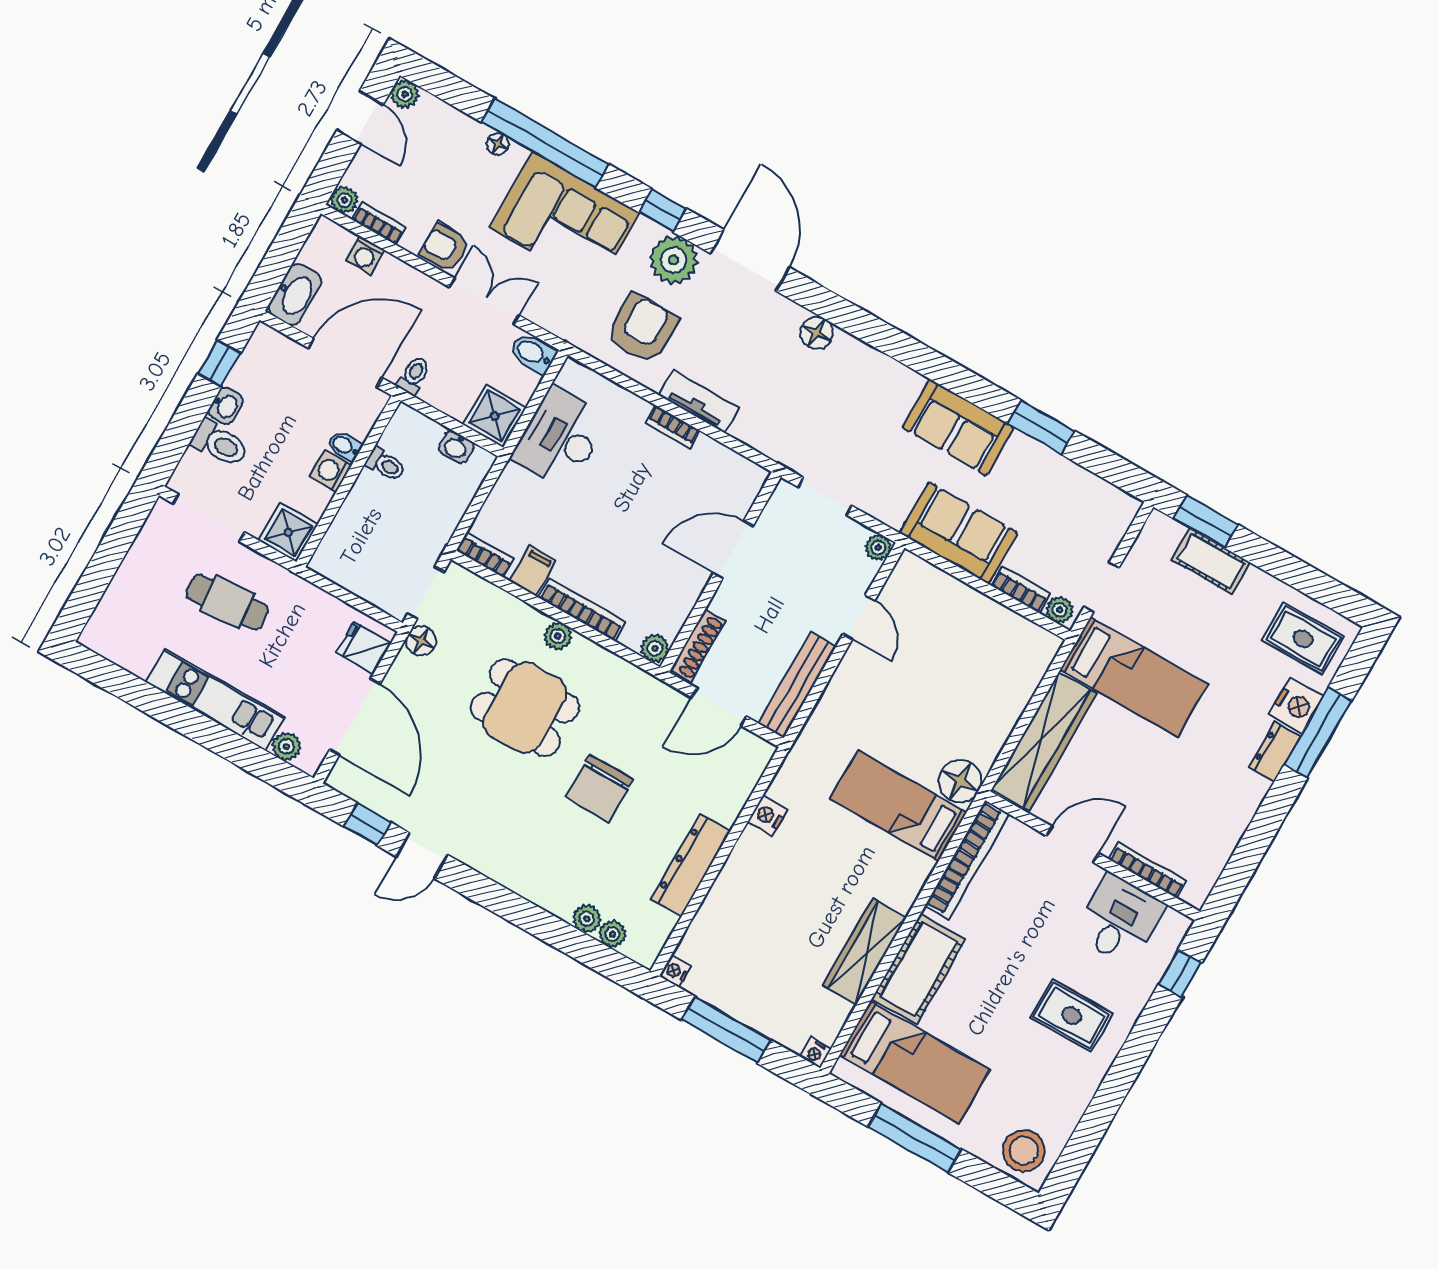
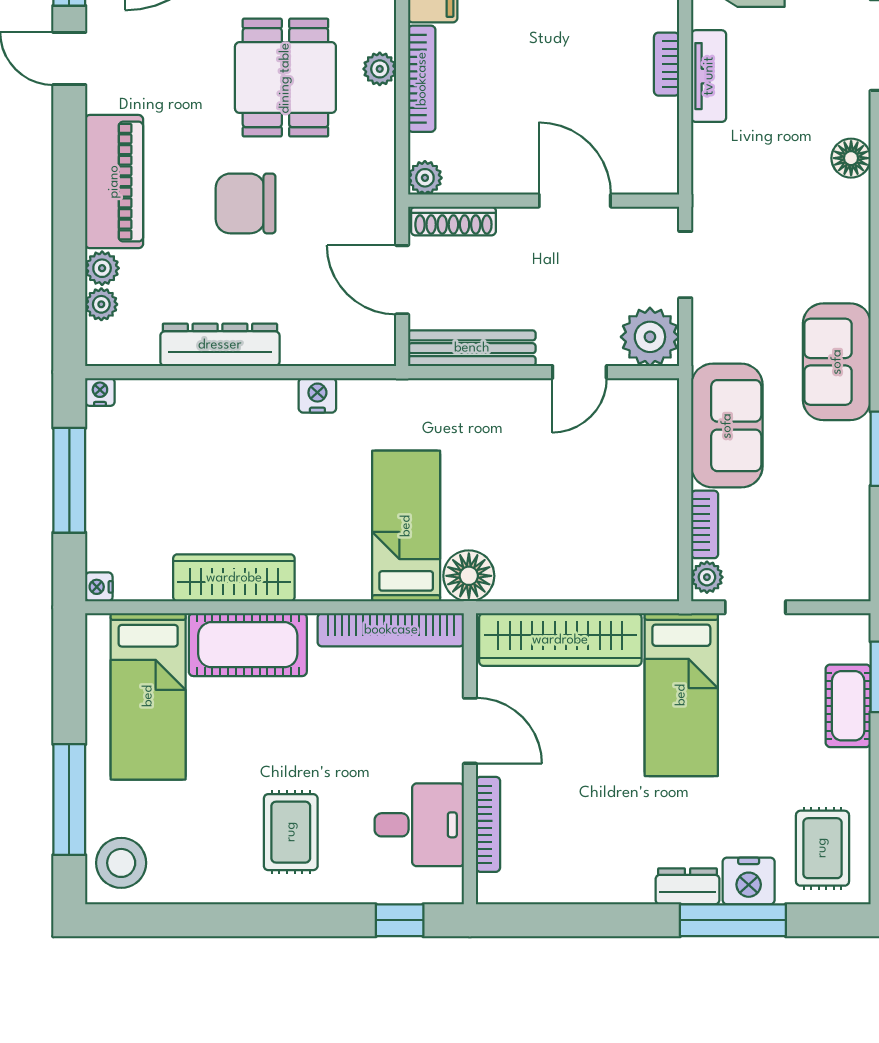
plant: (878, 547) -> (650, 337), width x1.88, depth x1.88
piano: (529, 874) -> (114, 182), added
window: (915, 1138) -> (69, 800), moved

